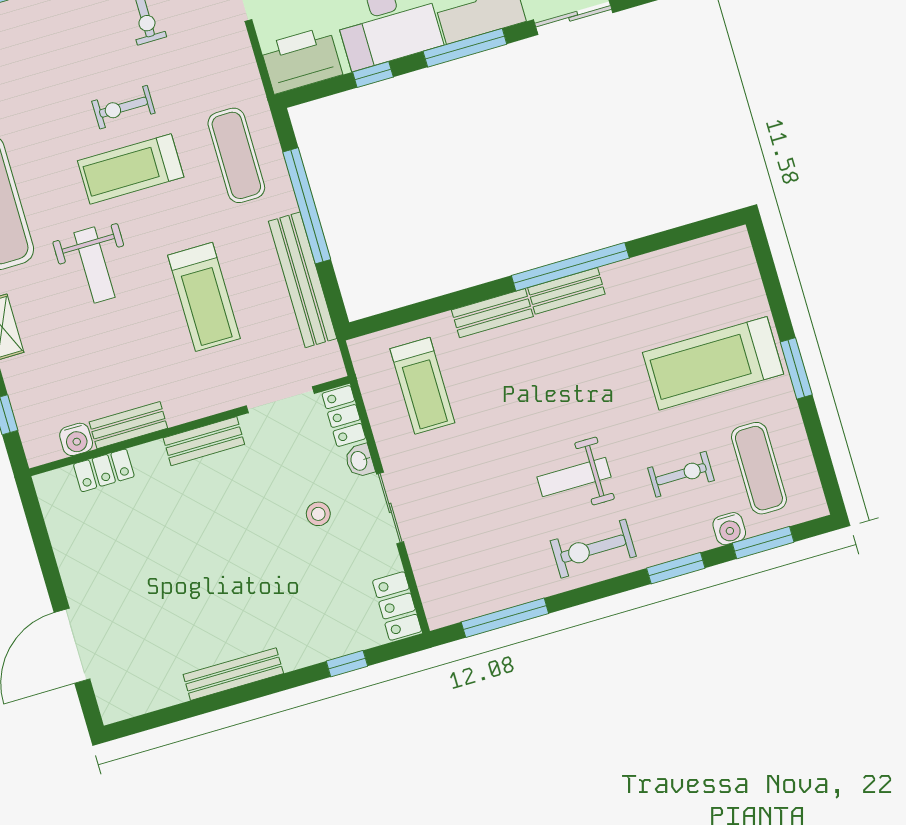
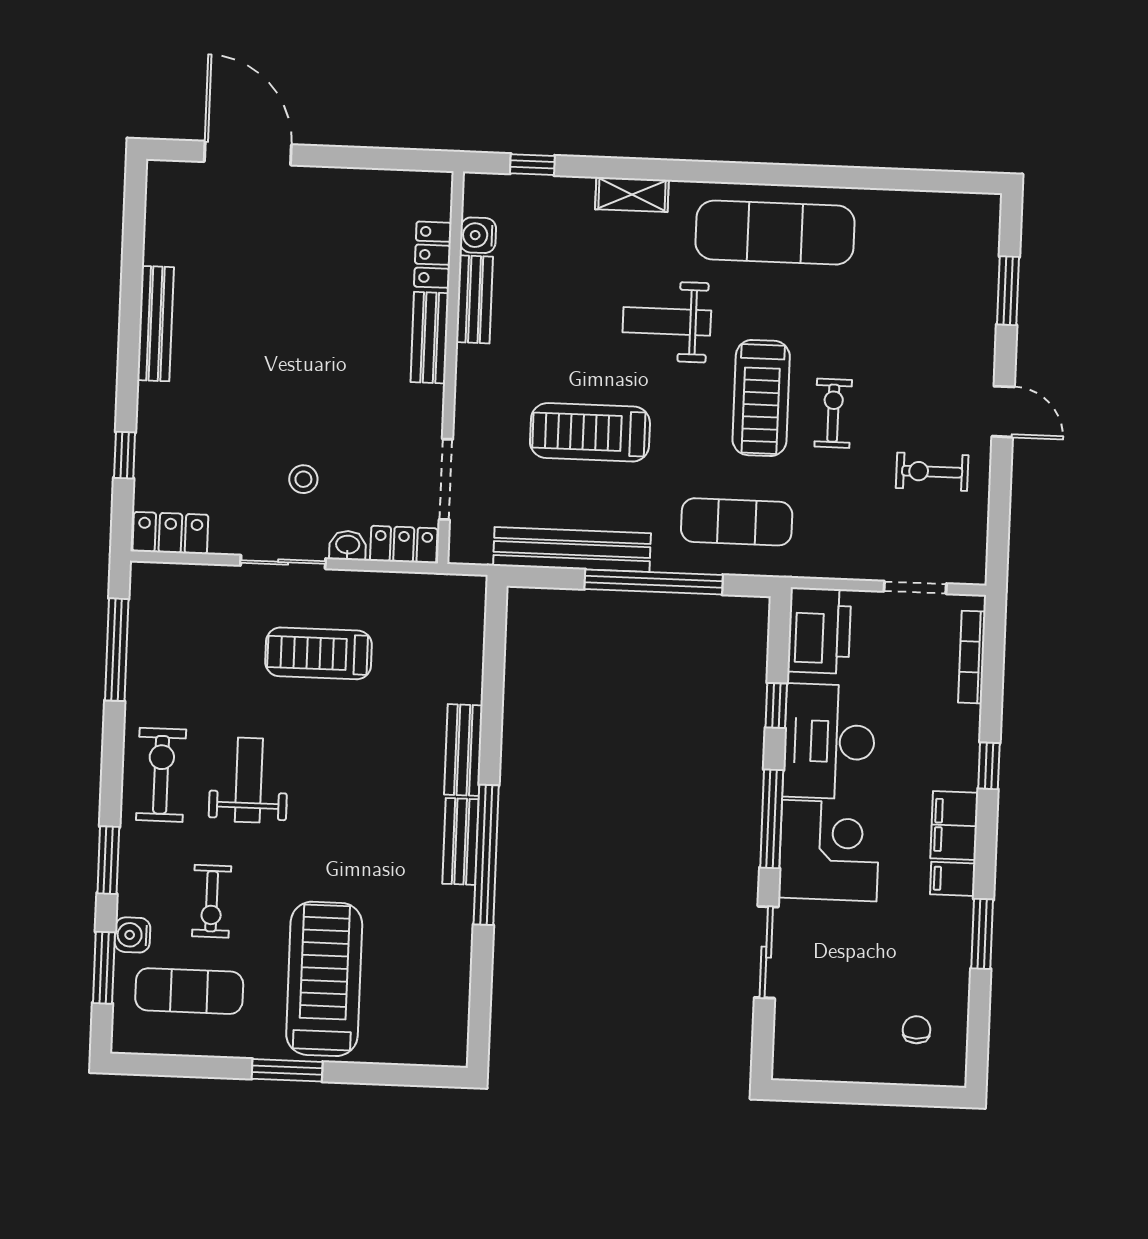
treadmill: (131, 169) -> (761, 398), turned 180
treadmill: (422, 386) -> (319, 653), moved
bench: (204, 441) -> (430, 338), moved

